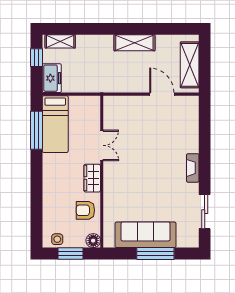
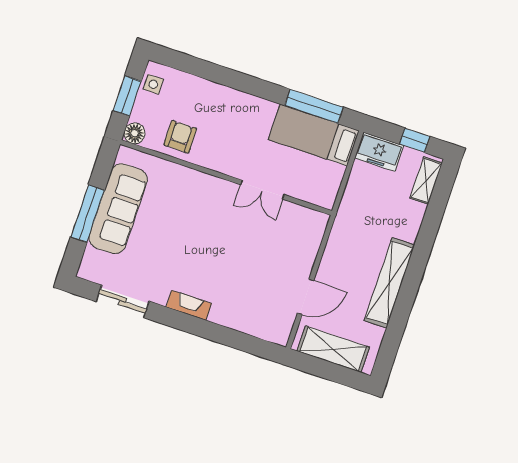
shelving: (134, 43) -> (389, 283), width x1.47
wardrobe: (92, 178) -> (222, 161), removed

